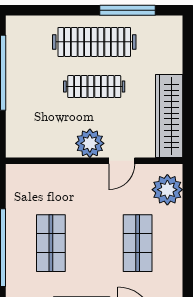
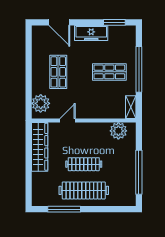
plant: (90, 143) -> (118, 131), moved
shelving: (15, 183) -> (131, 107), added
shop shelf: (51, 243) -> (109, 72), turned 90

